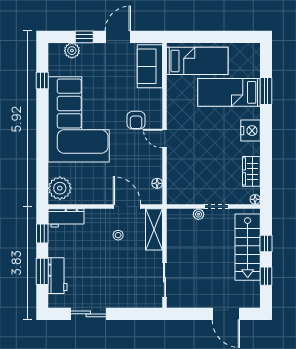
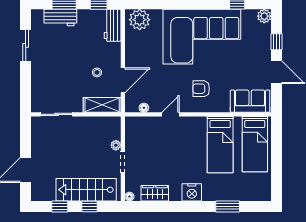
plant: (72, 51) -> (264, 16), moved
bed: (229, 92) -> (220, 145), moved, turned 180
door: (165, 138) -> (170, 114), moved

